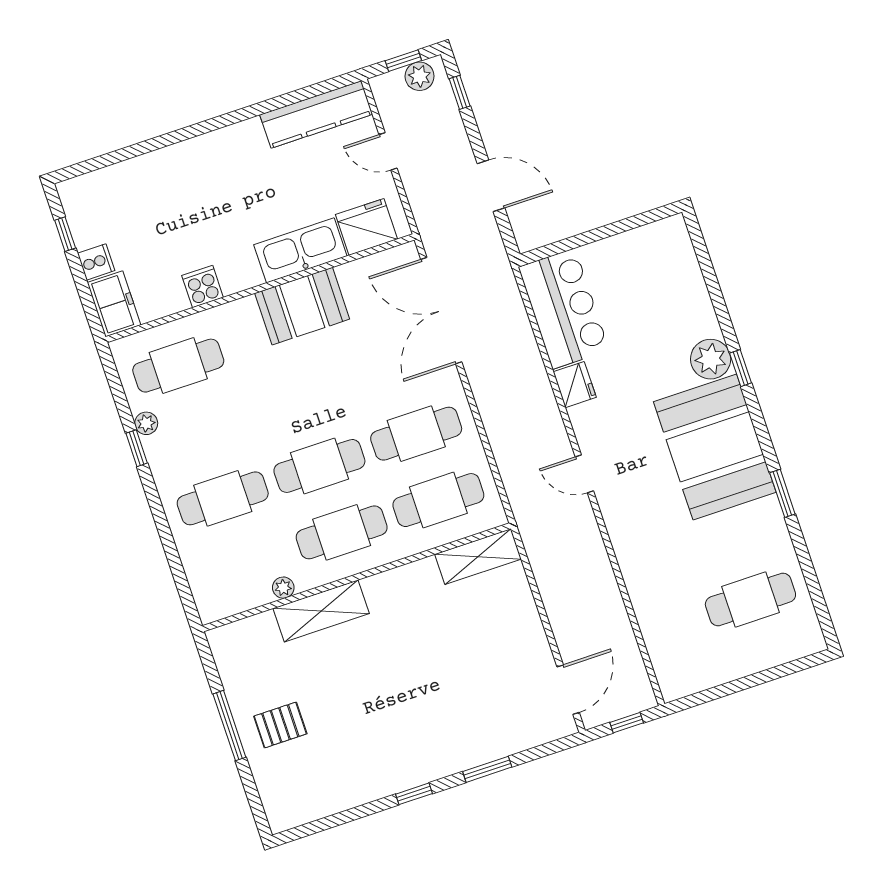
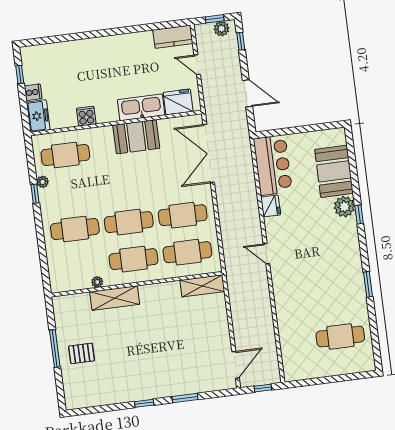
kitchen counter: (316, 114) -> (173, 37), width x0.67
booth: (715, 447) -> (334, 171), moved, width x0.73, depth x0.70

